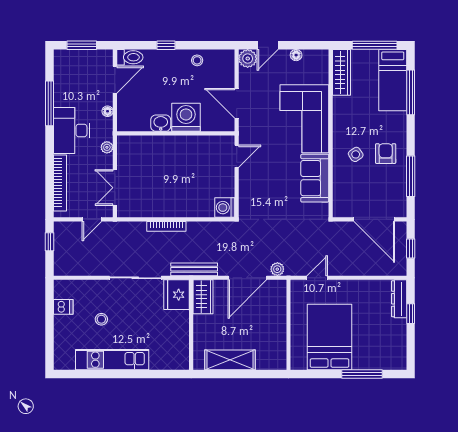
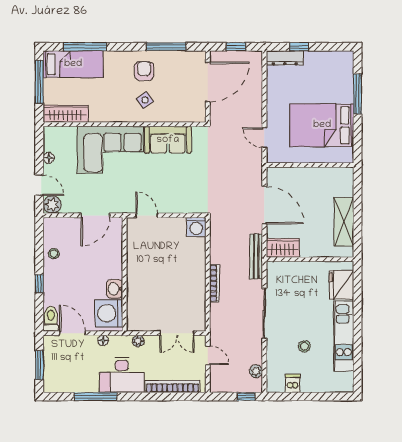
washing machine: (186, 117) -> (109, 313), moved
armchair: (386, 154) -> (144, 71), turned 90
window: (50, 242) -> (246, 397), moved
plant: (277, 269) -> (256, 371), moved
fridge: (177, 295) -> (341, 285), moved, turned 90

